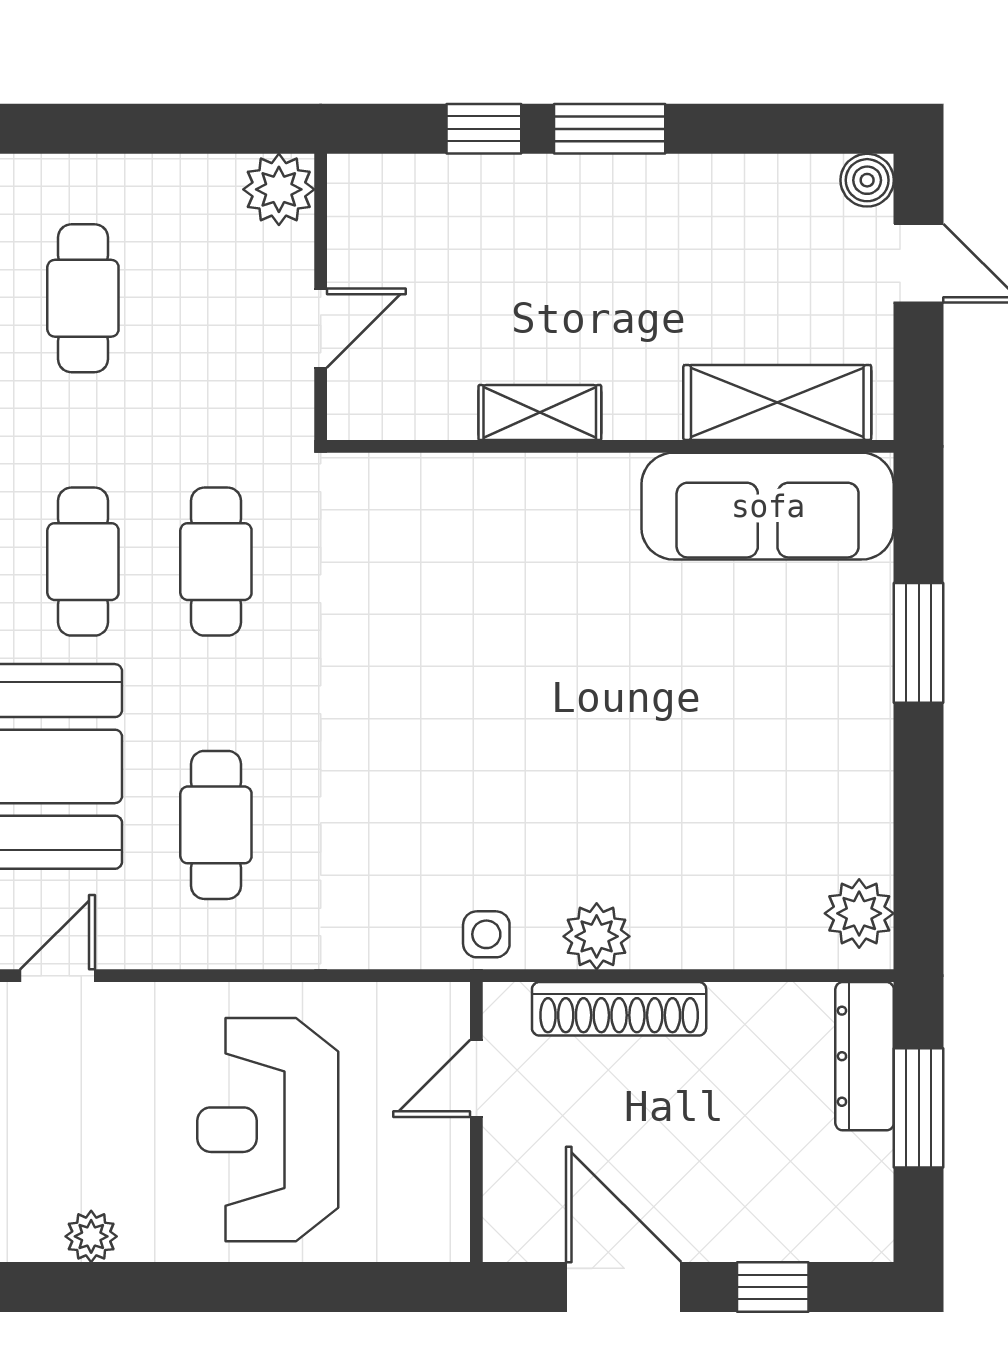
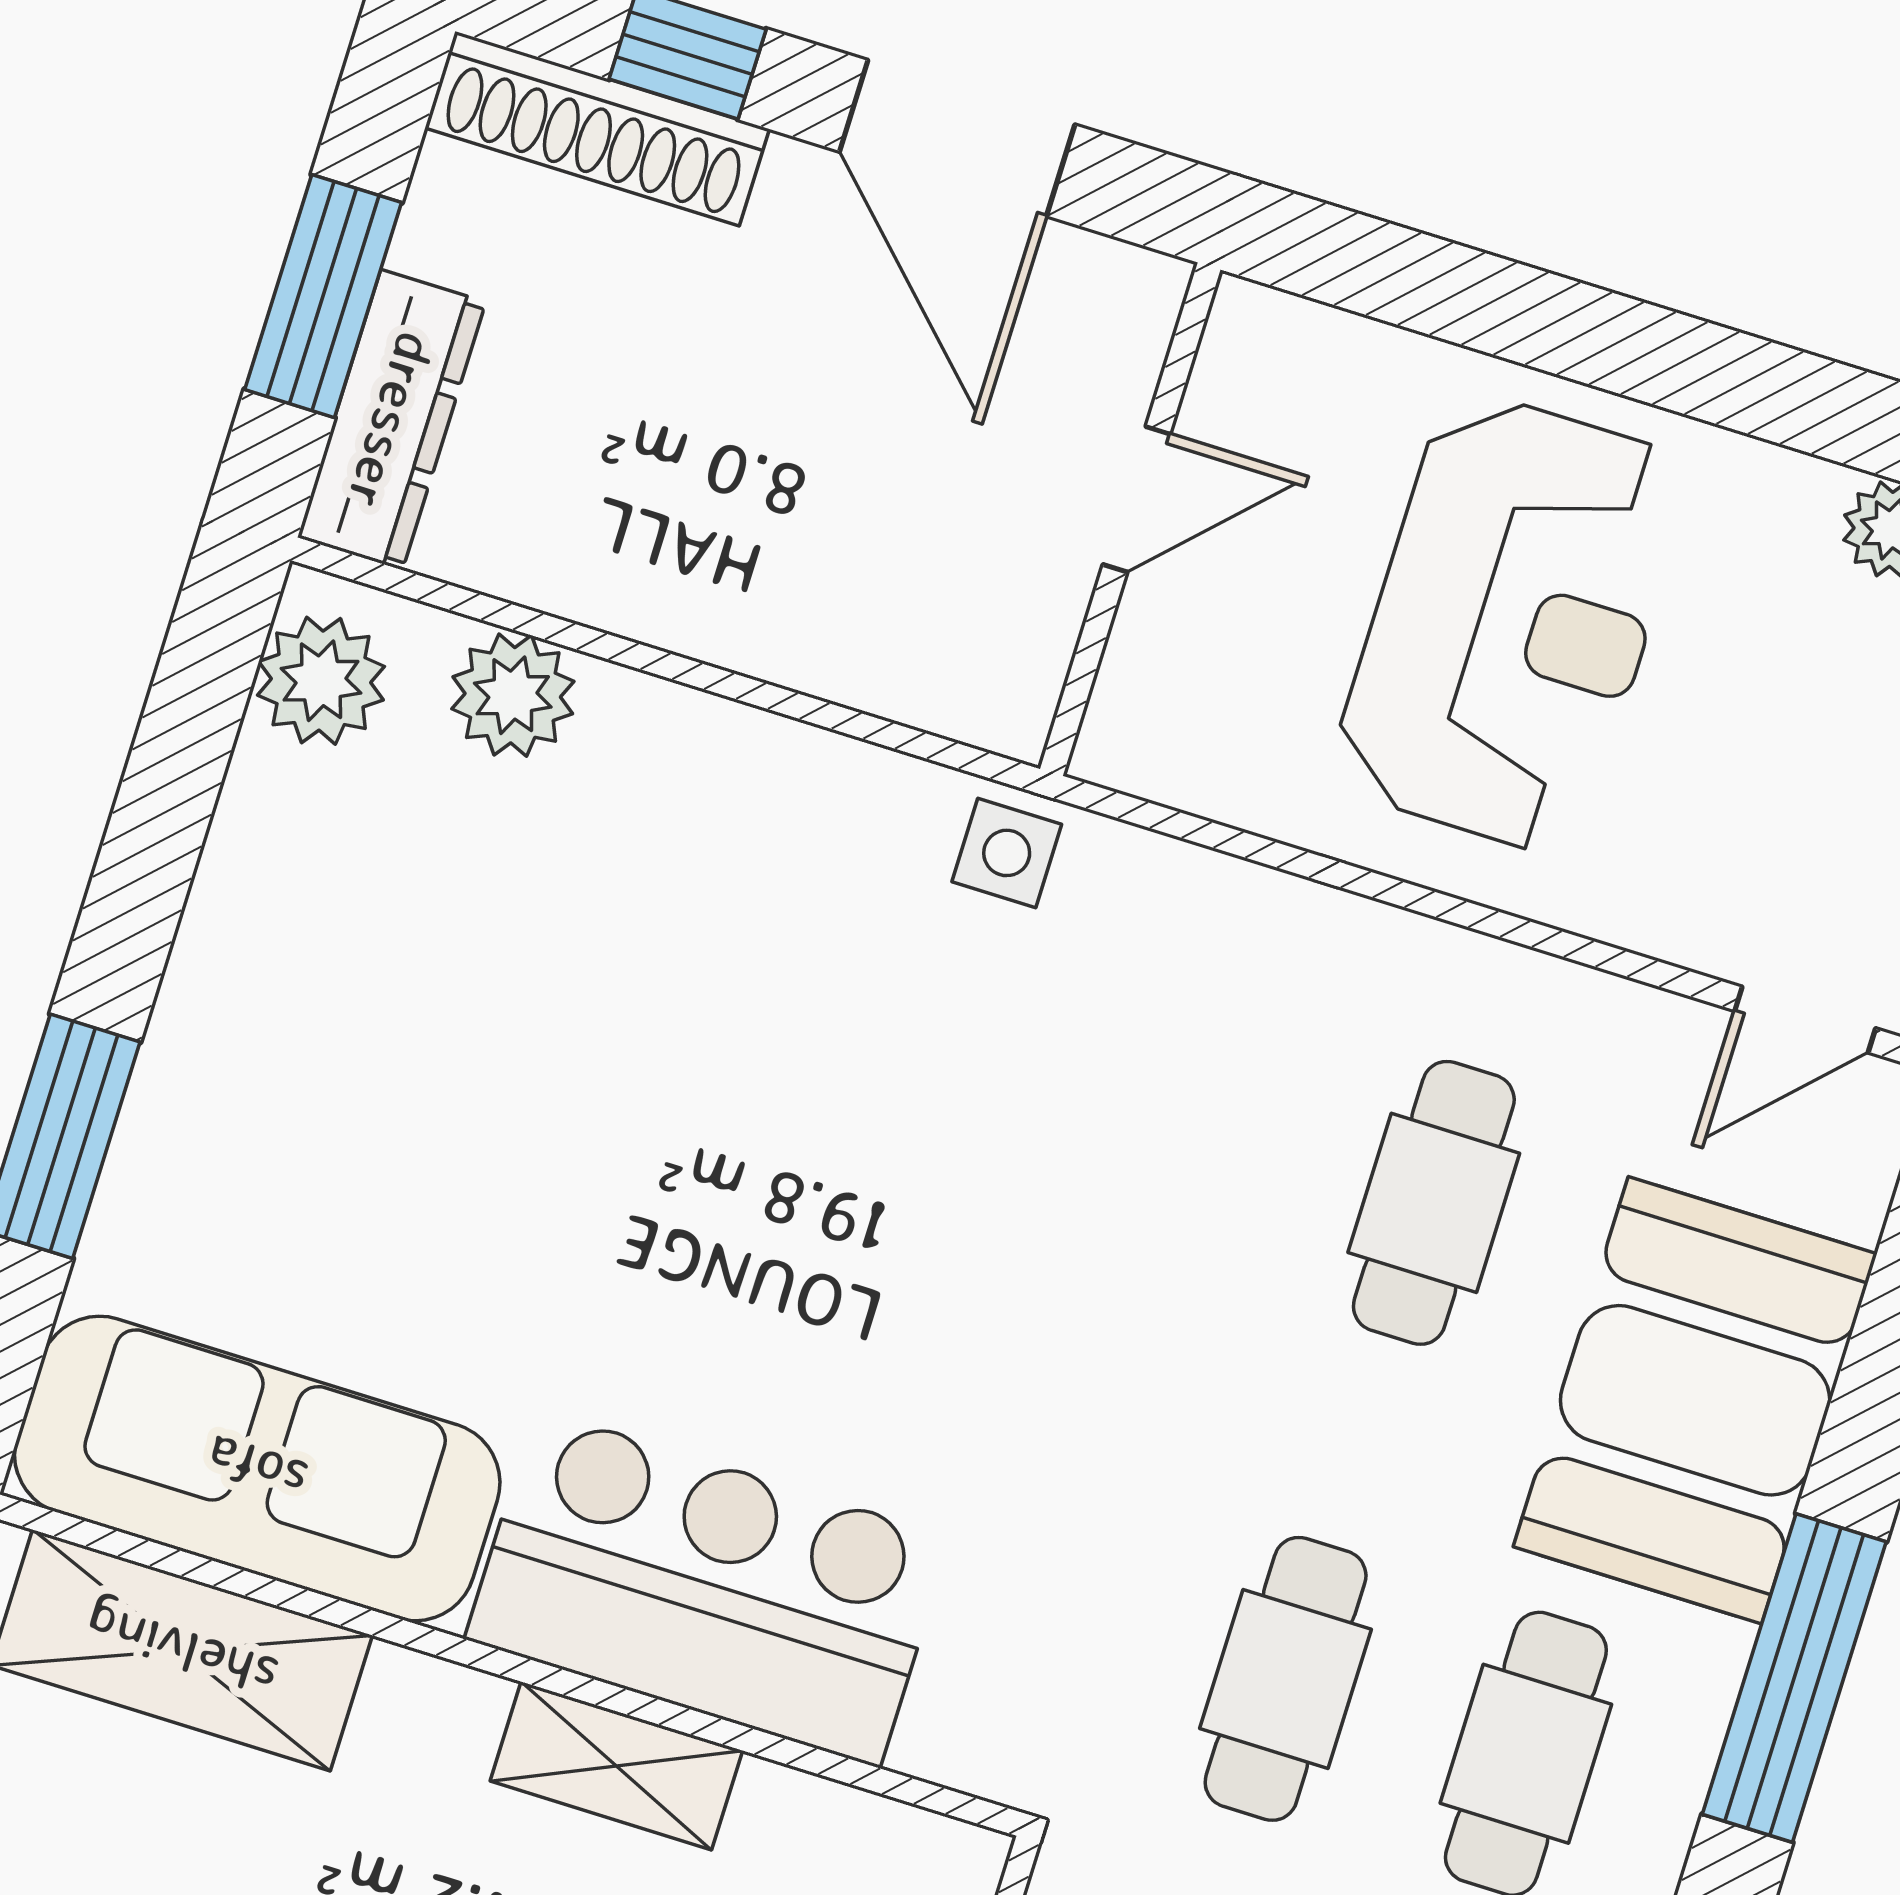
bar counter: (521, 517) -> (708, 1588), added
plant: (597, 936) -> (513, 695), moved
shoe rack: (619, 1009) -> (597, 129), moved, turned 180
door: (476, 1078) -> (1137, 499), moved

